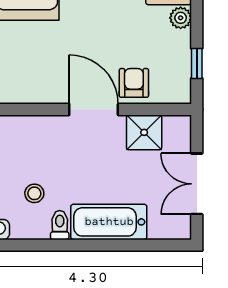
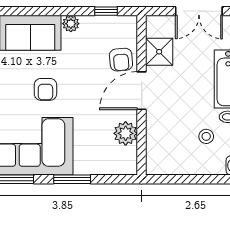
armchair: (134, 83) -> (121, 60), turned -95
plant: (38, 89) -> (126, 133), added

